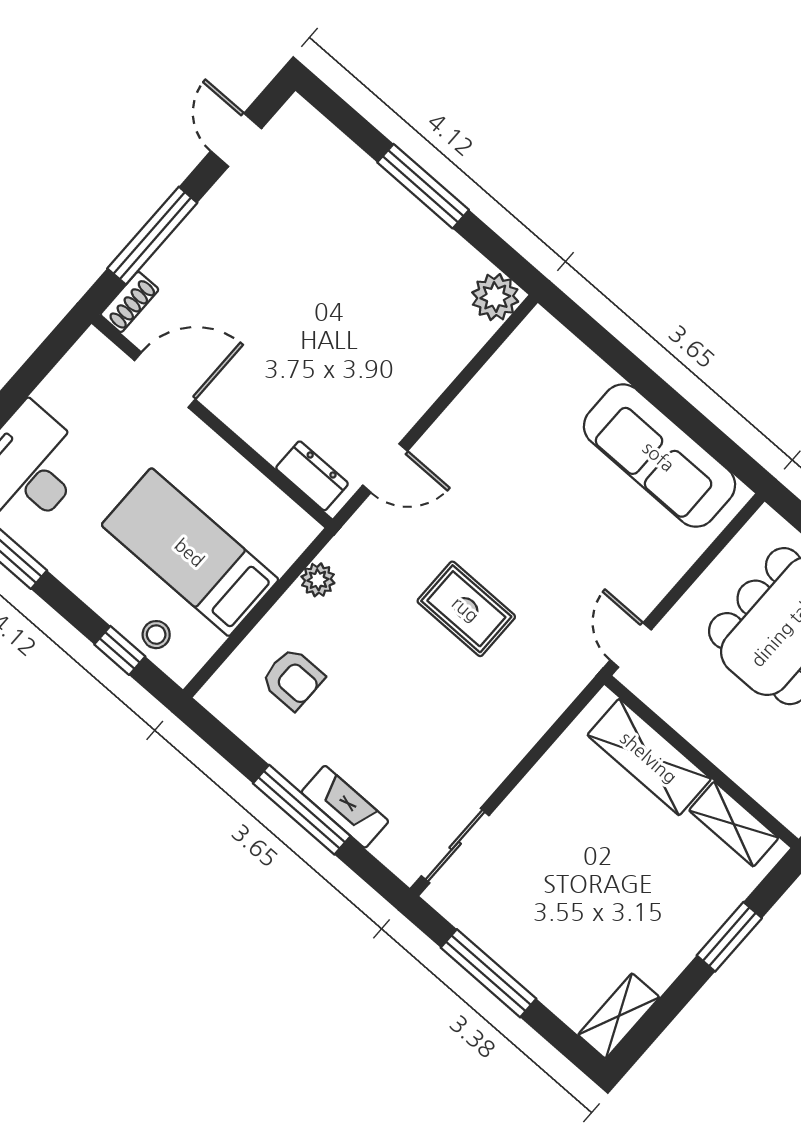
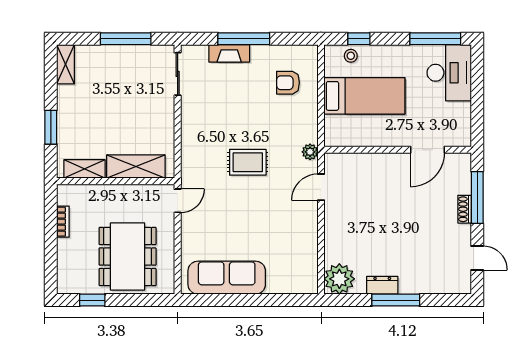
plant: (495, 297) -> (339, 279), width x1.36, depth x1.36
shoe rack: (129, 302) -> (465, 209), moved
dresser: (312, 476) -> (382, 285), moved, turned 180
plant: (318, 580) -> (310, 152), moved
door: (631, 645) -> (178, 201), hinge flipped

